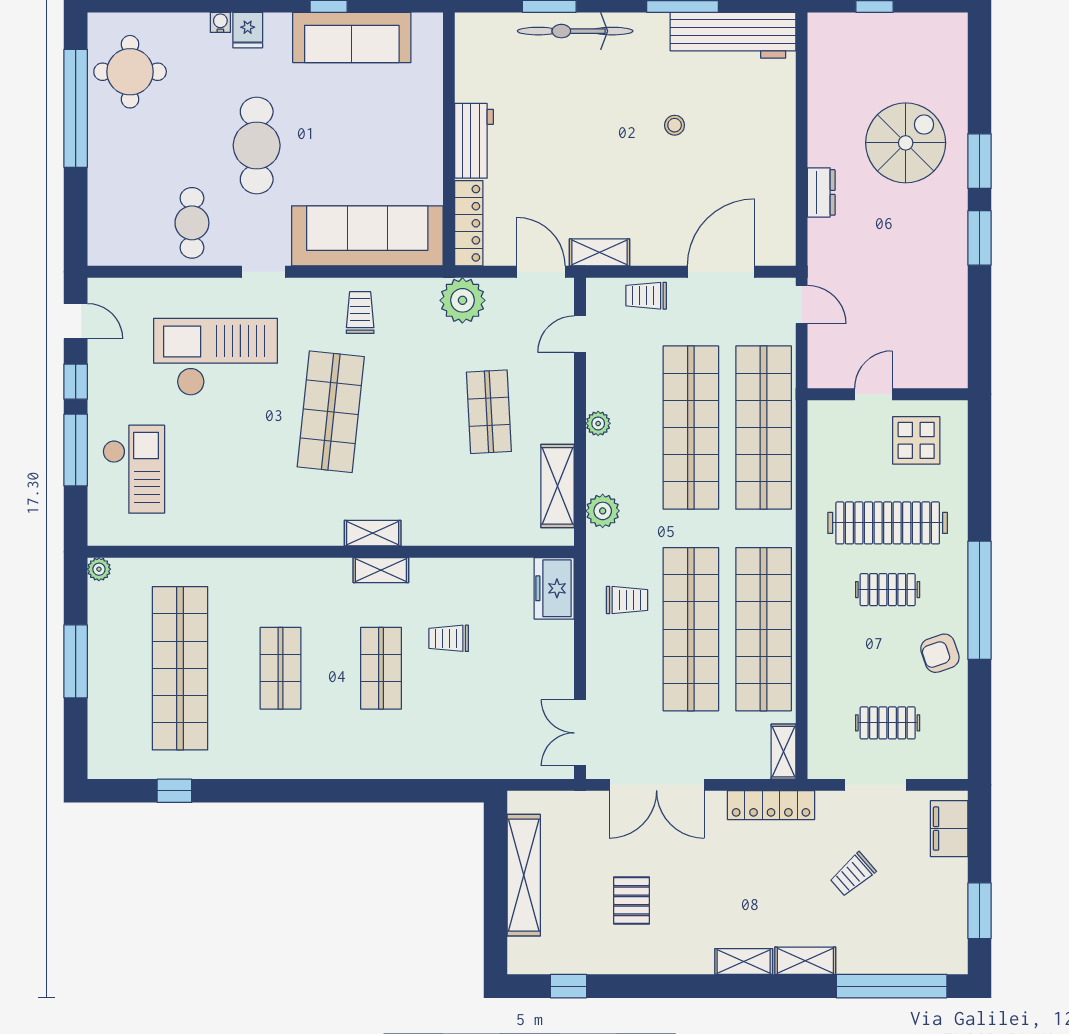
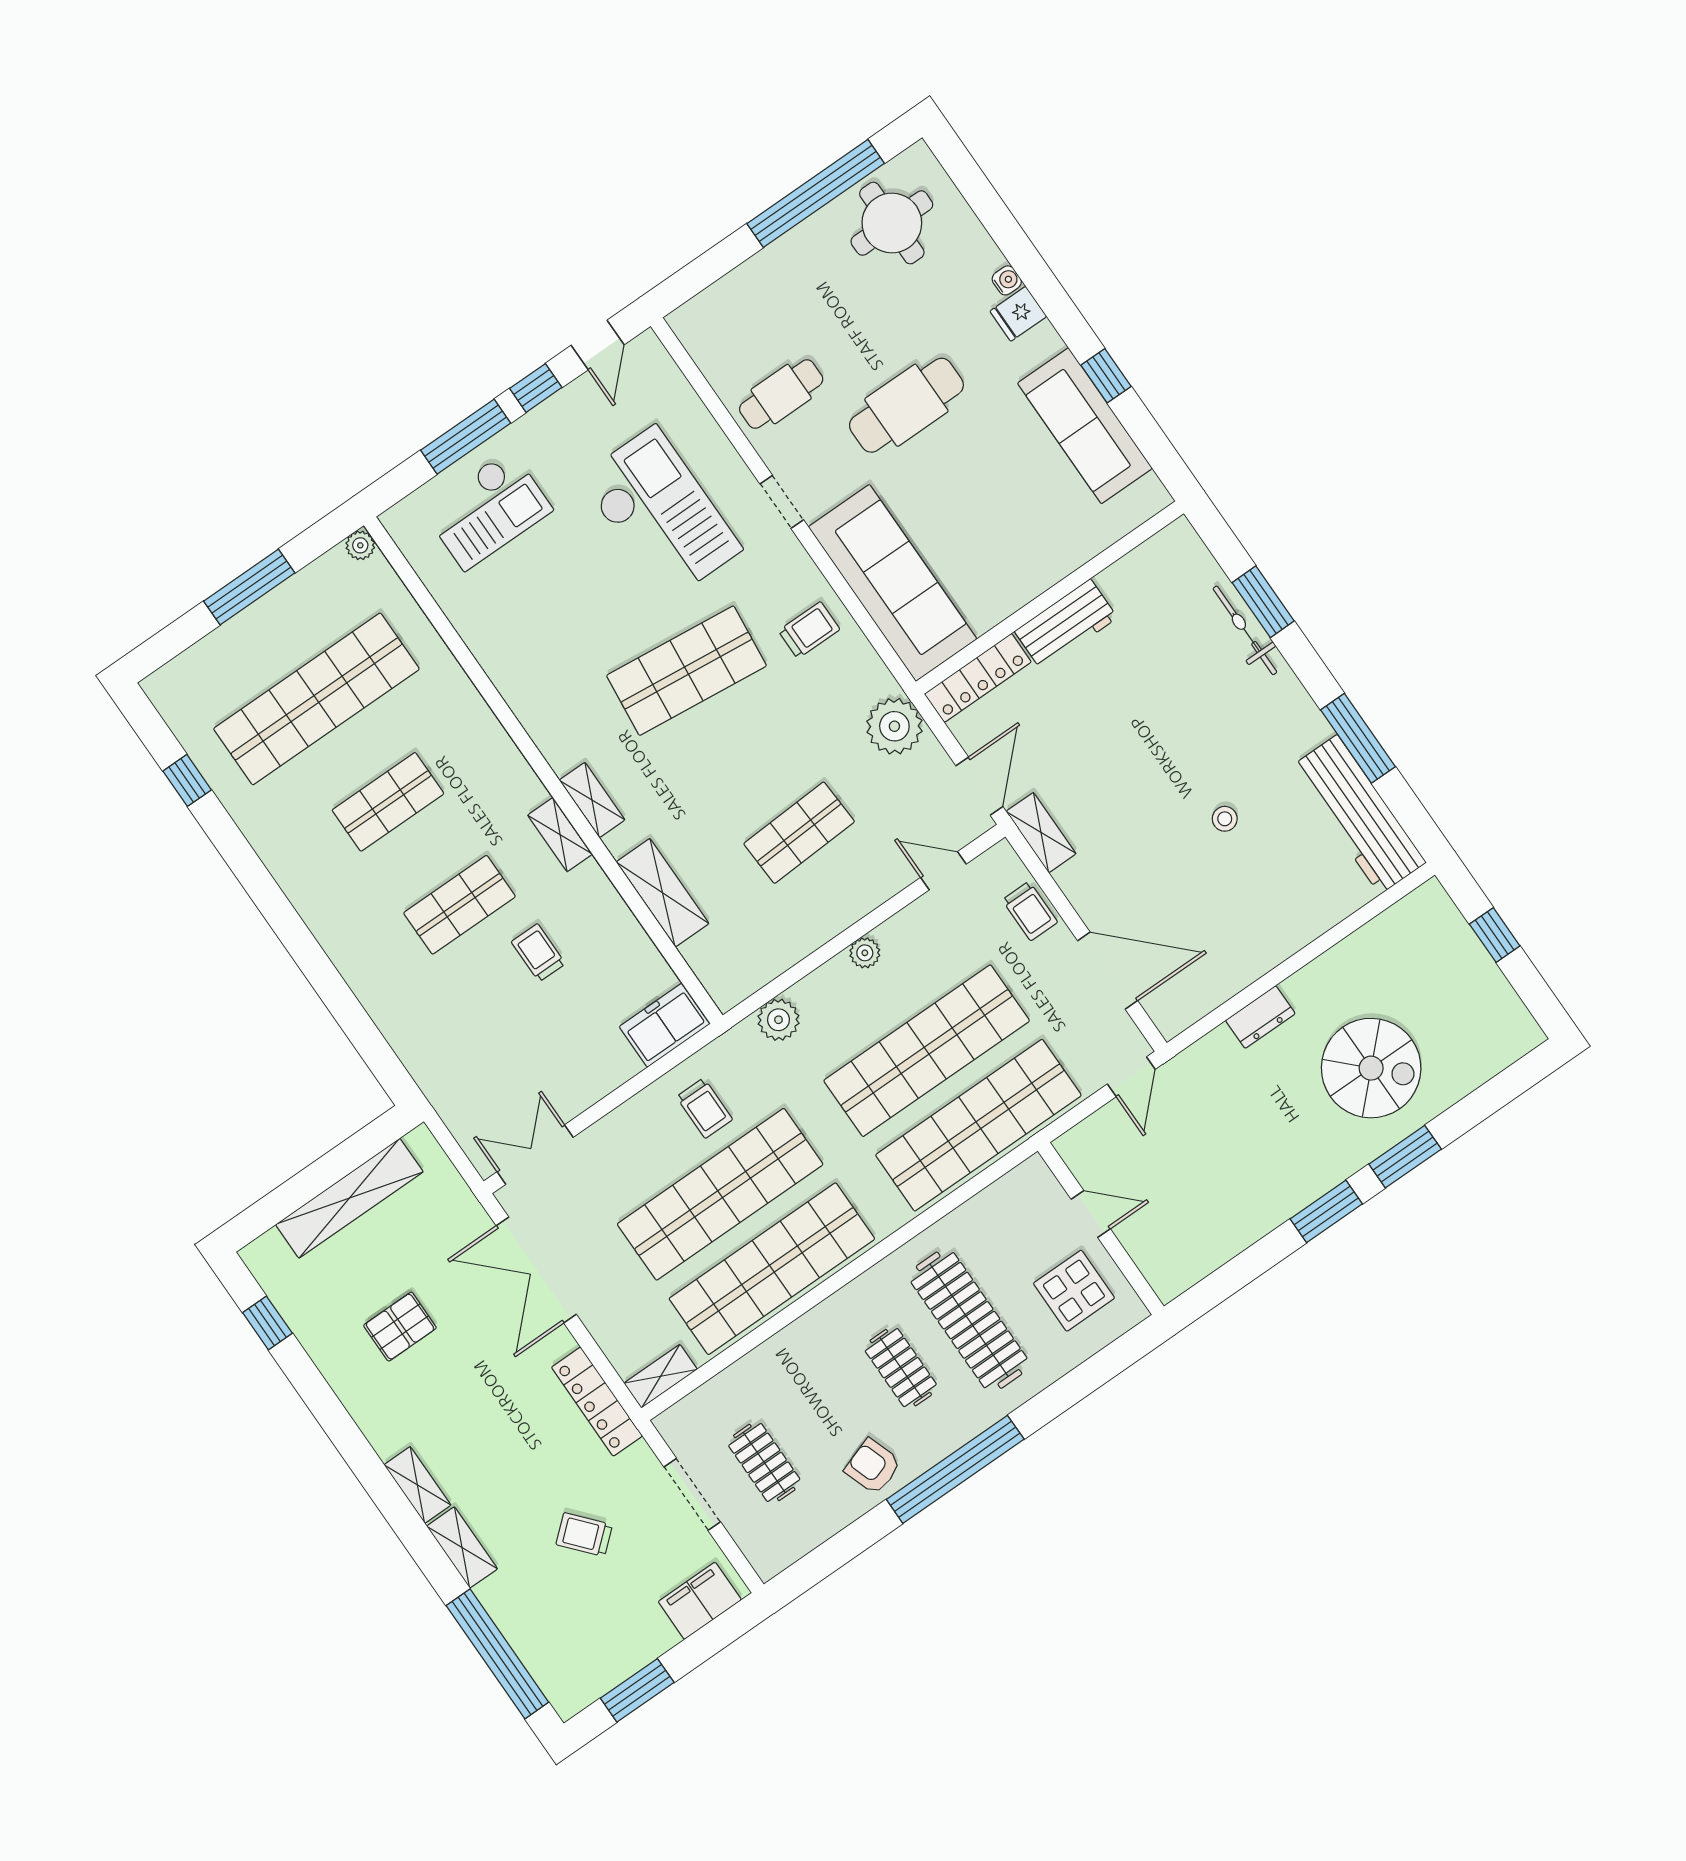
bicycle: (575, 31) -> (1245, 630), width x0.73, depth x0.71
trolley: (646, 296) -> (1030, 911), turned 180
shelving: (558, 486) -> (662, 893), moved, turned 90

